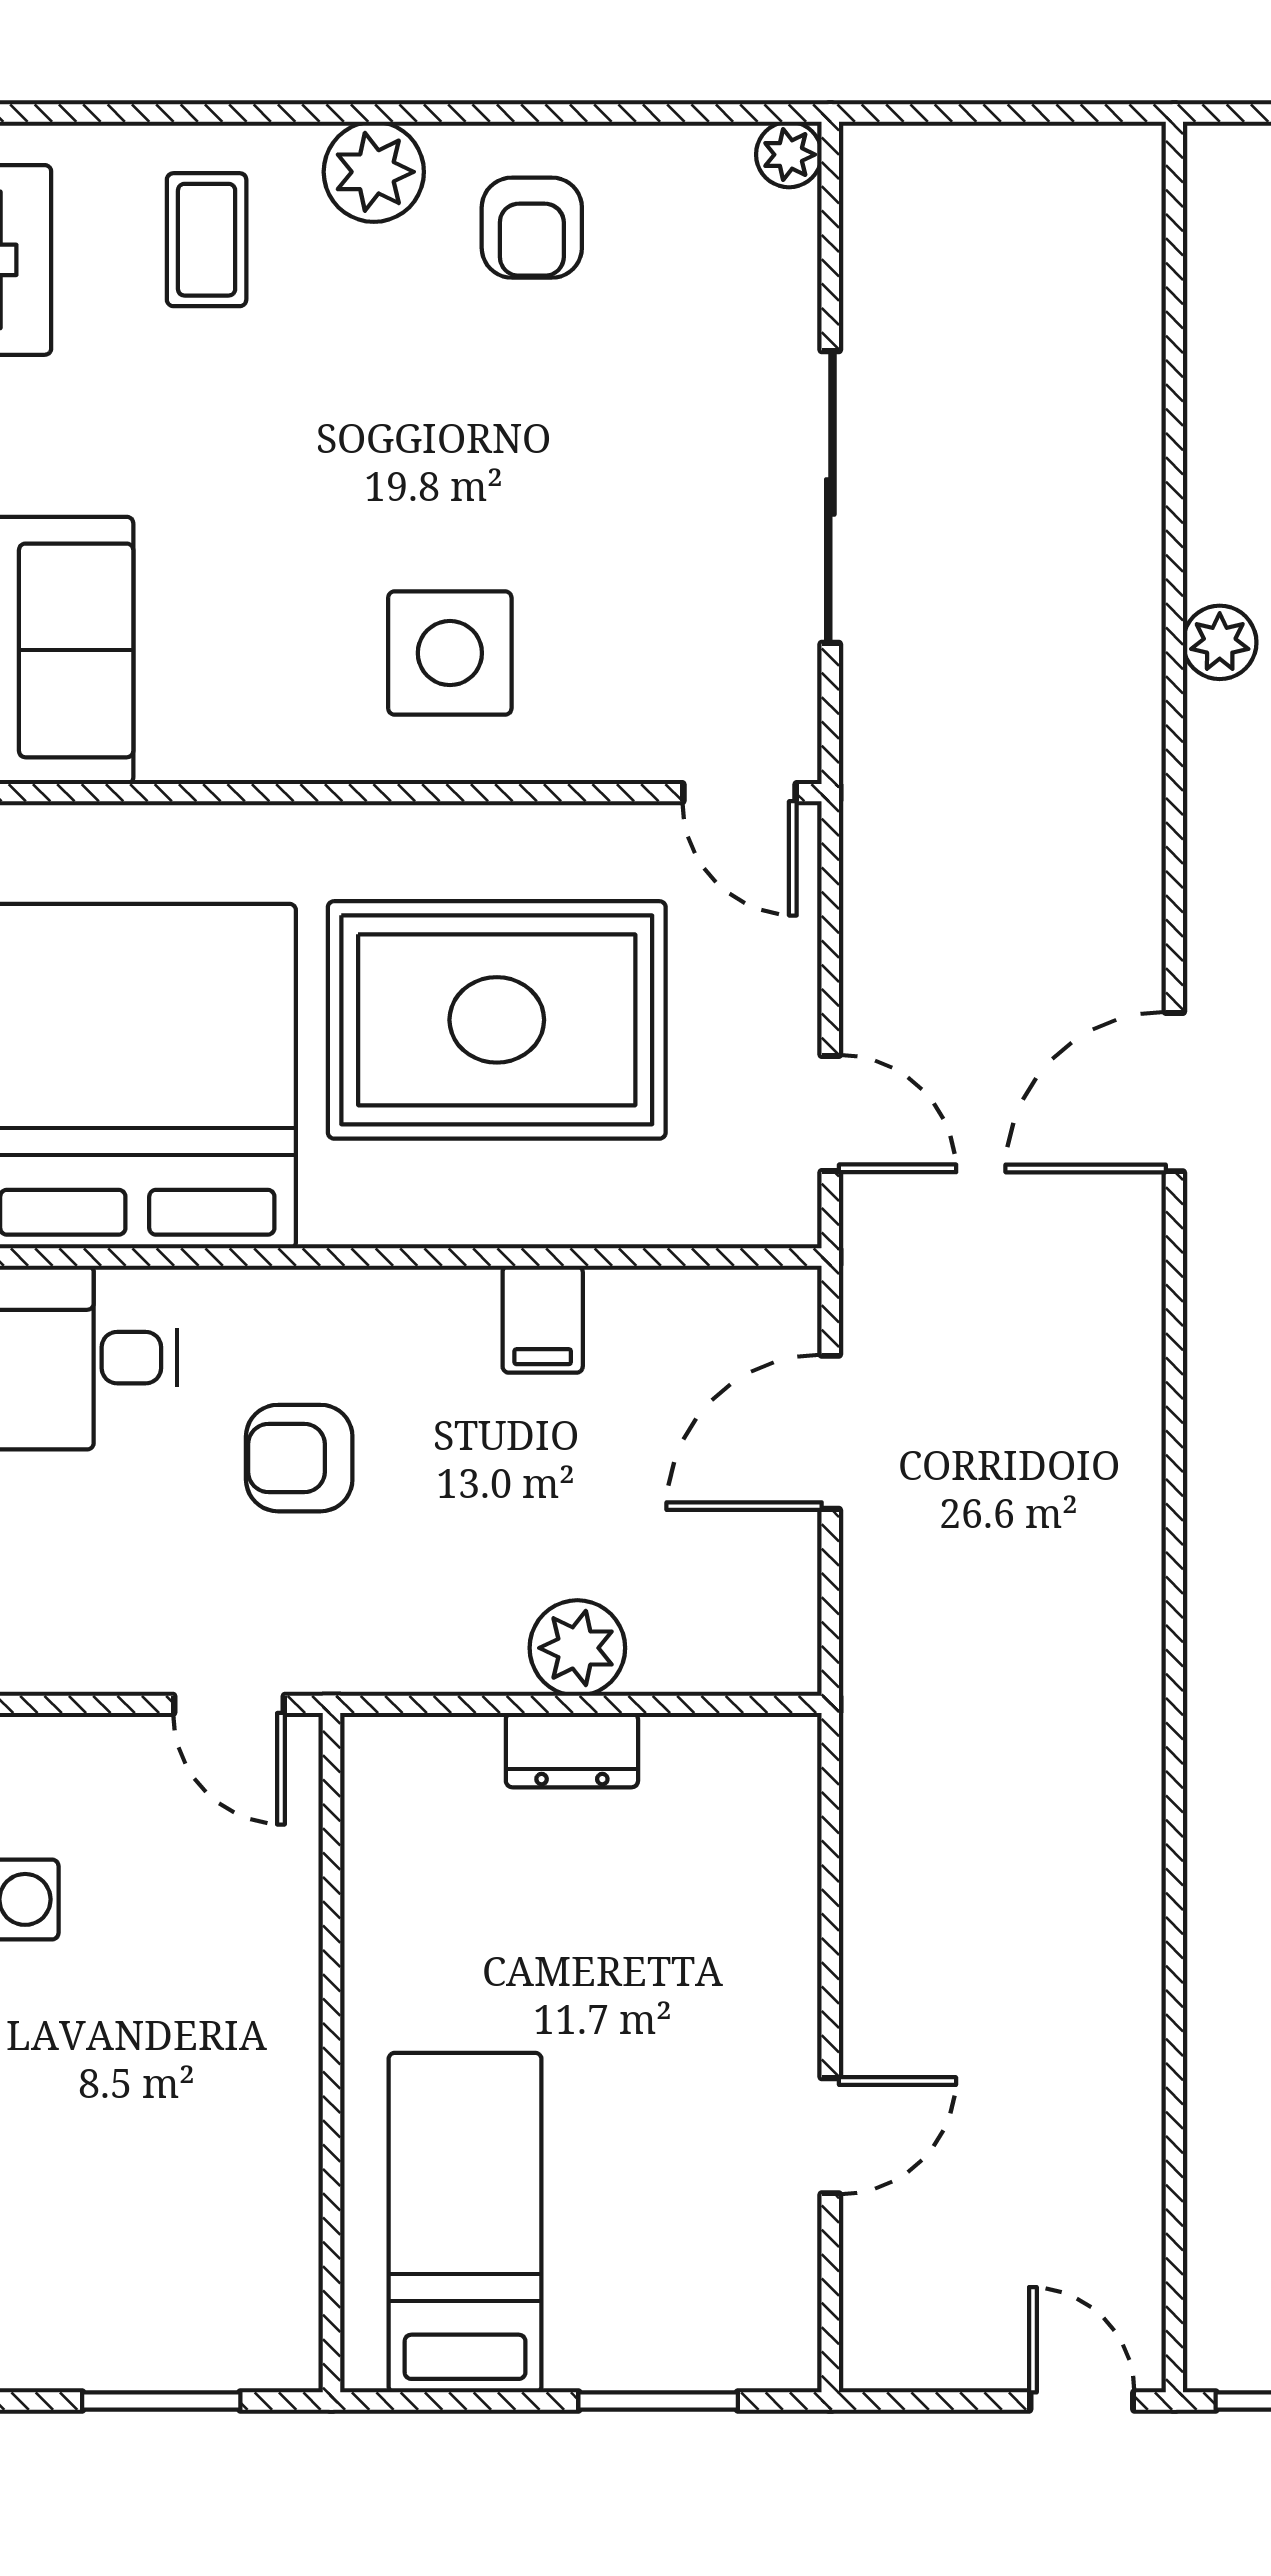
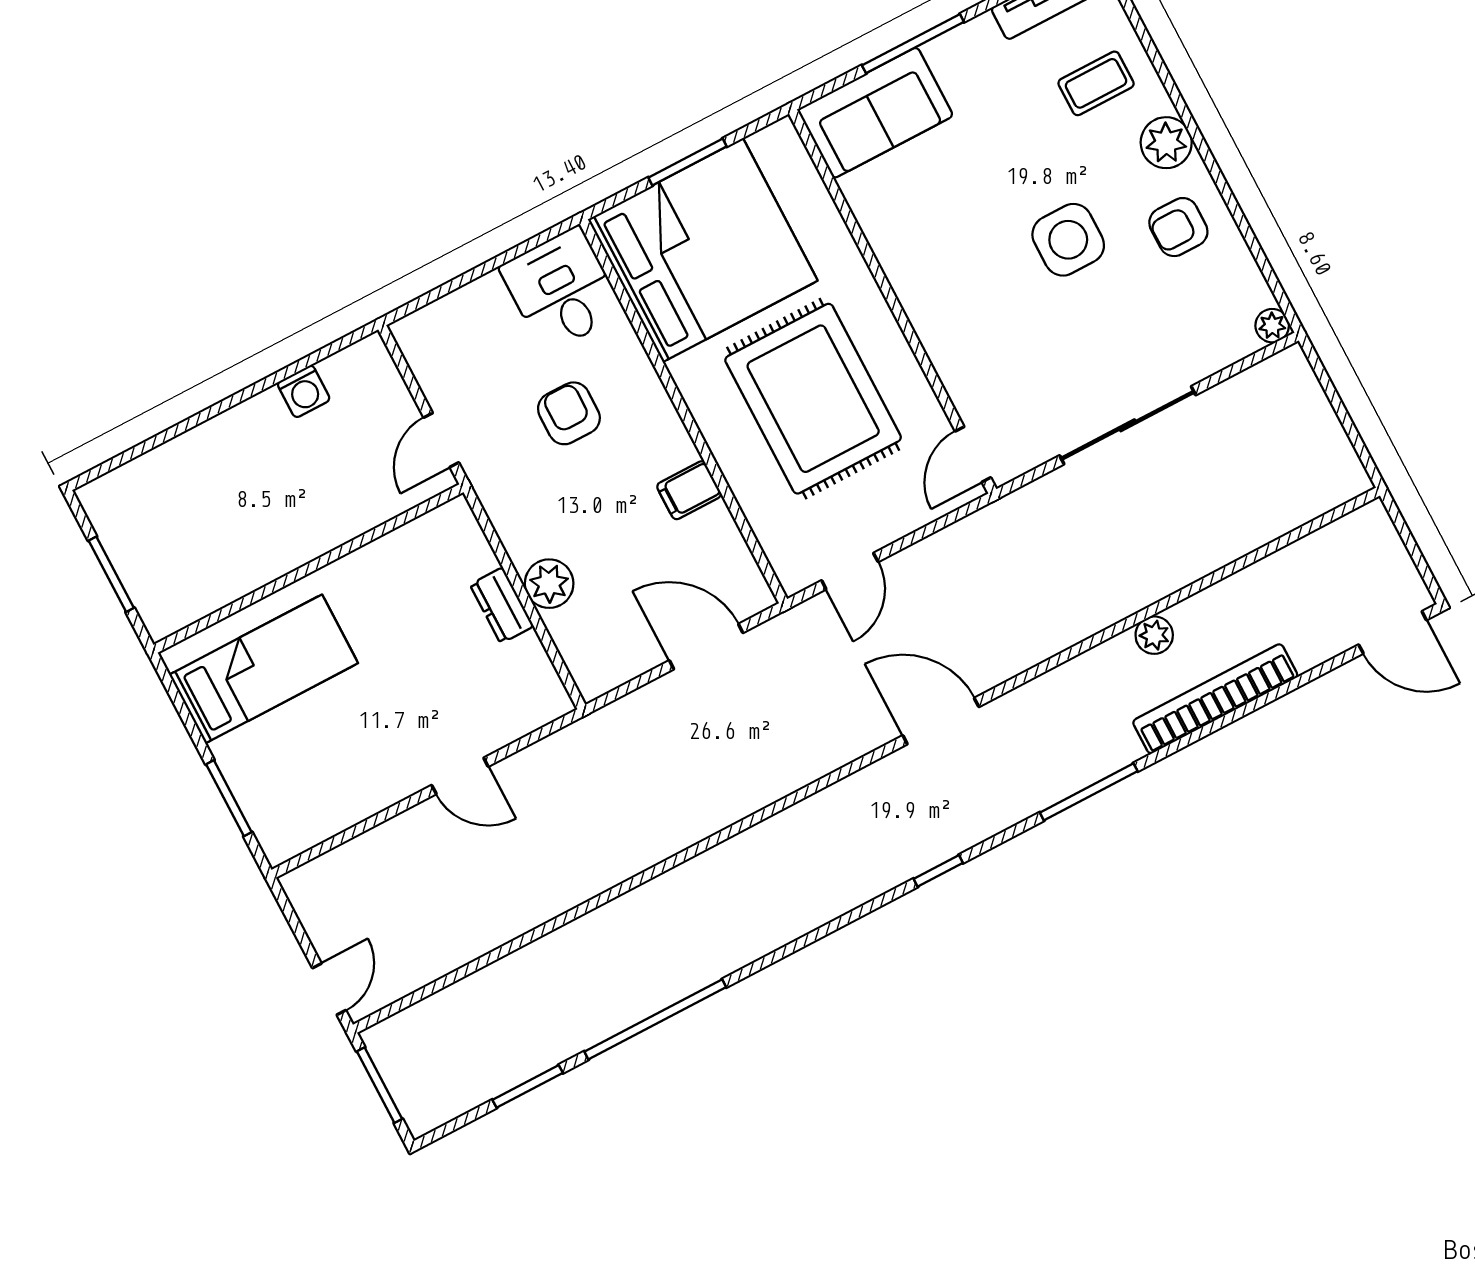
side table: (450, 653) -> (1068, 240), moved
door: (830, 2136) -> (460, 776), moved

